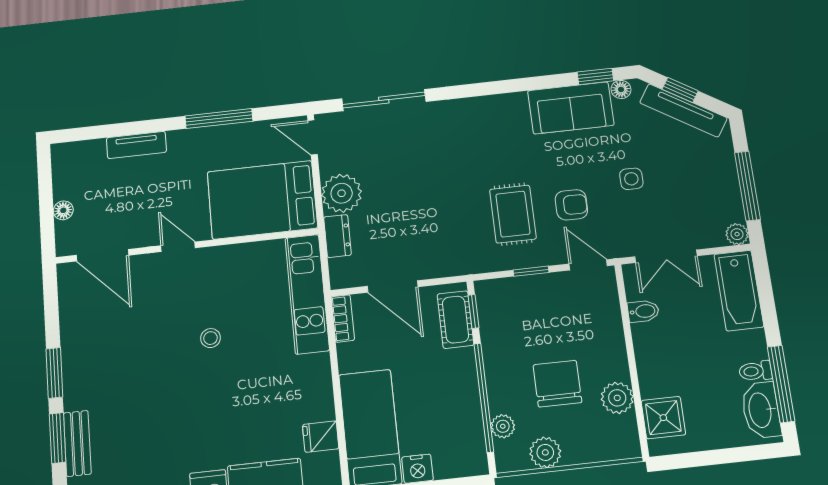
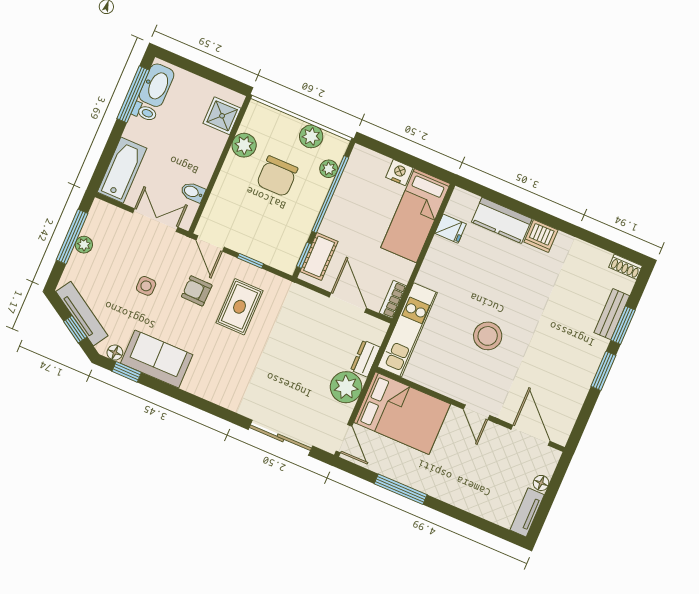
tv unit: (136, 145) -> (527, 512), moved, turned -90
plant: (737, 234) -> (84, 245), moved
stool: (210, 338) -> (488, 336), width x1.89, depth x1.89

